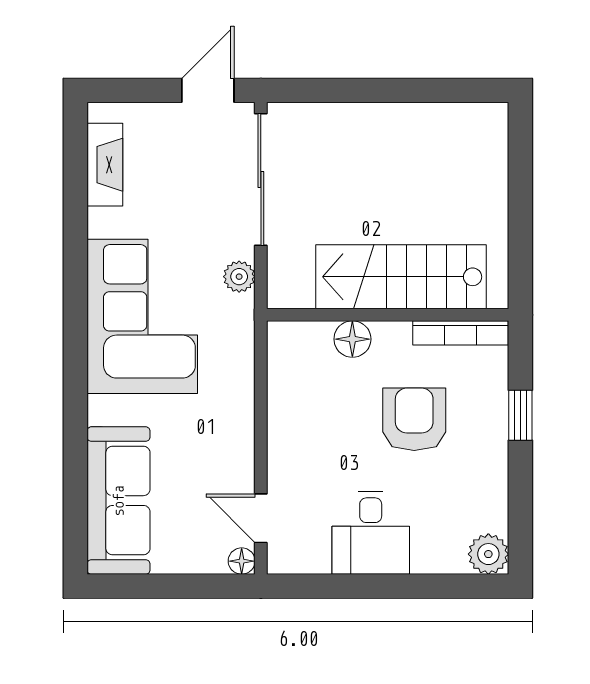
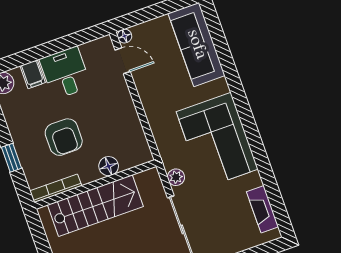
filing cabinet: (430, 551) -> (33, 74), added

